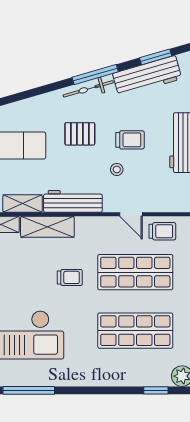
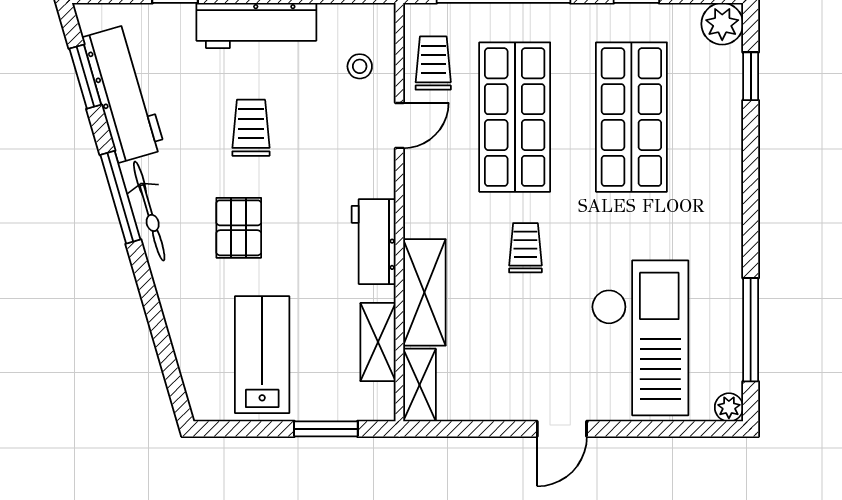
stool: (117, 169) -> (360, 66), moved
workbench: (73, 201) -> (374, 242), width x0.73

